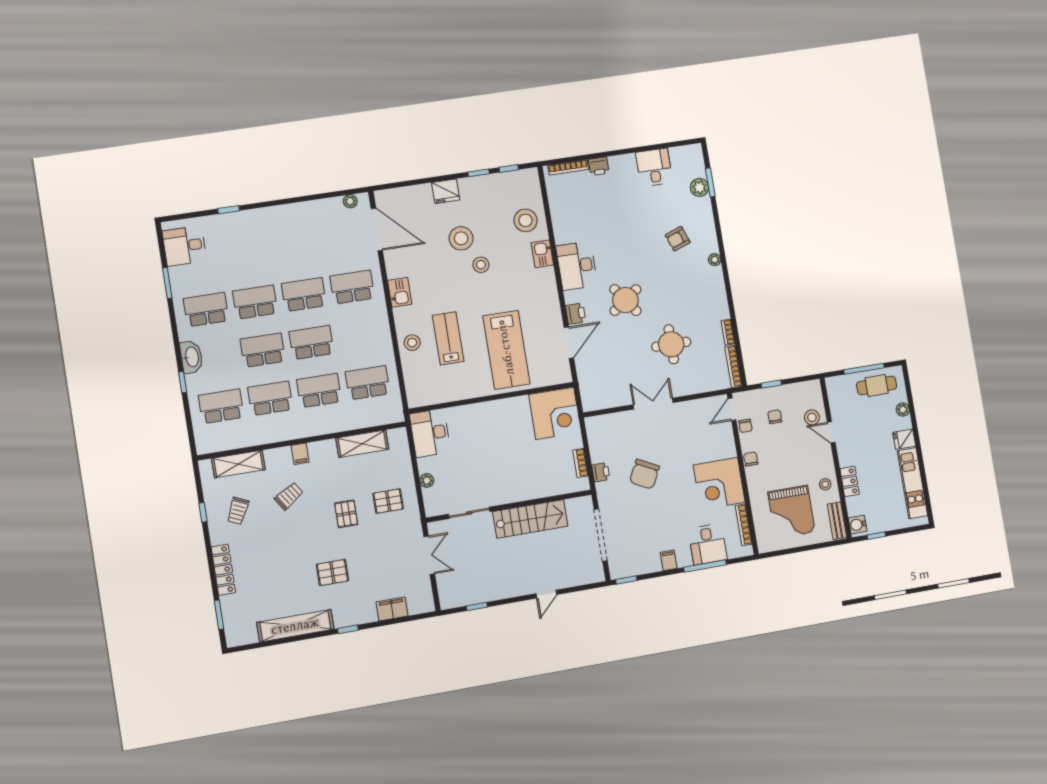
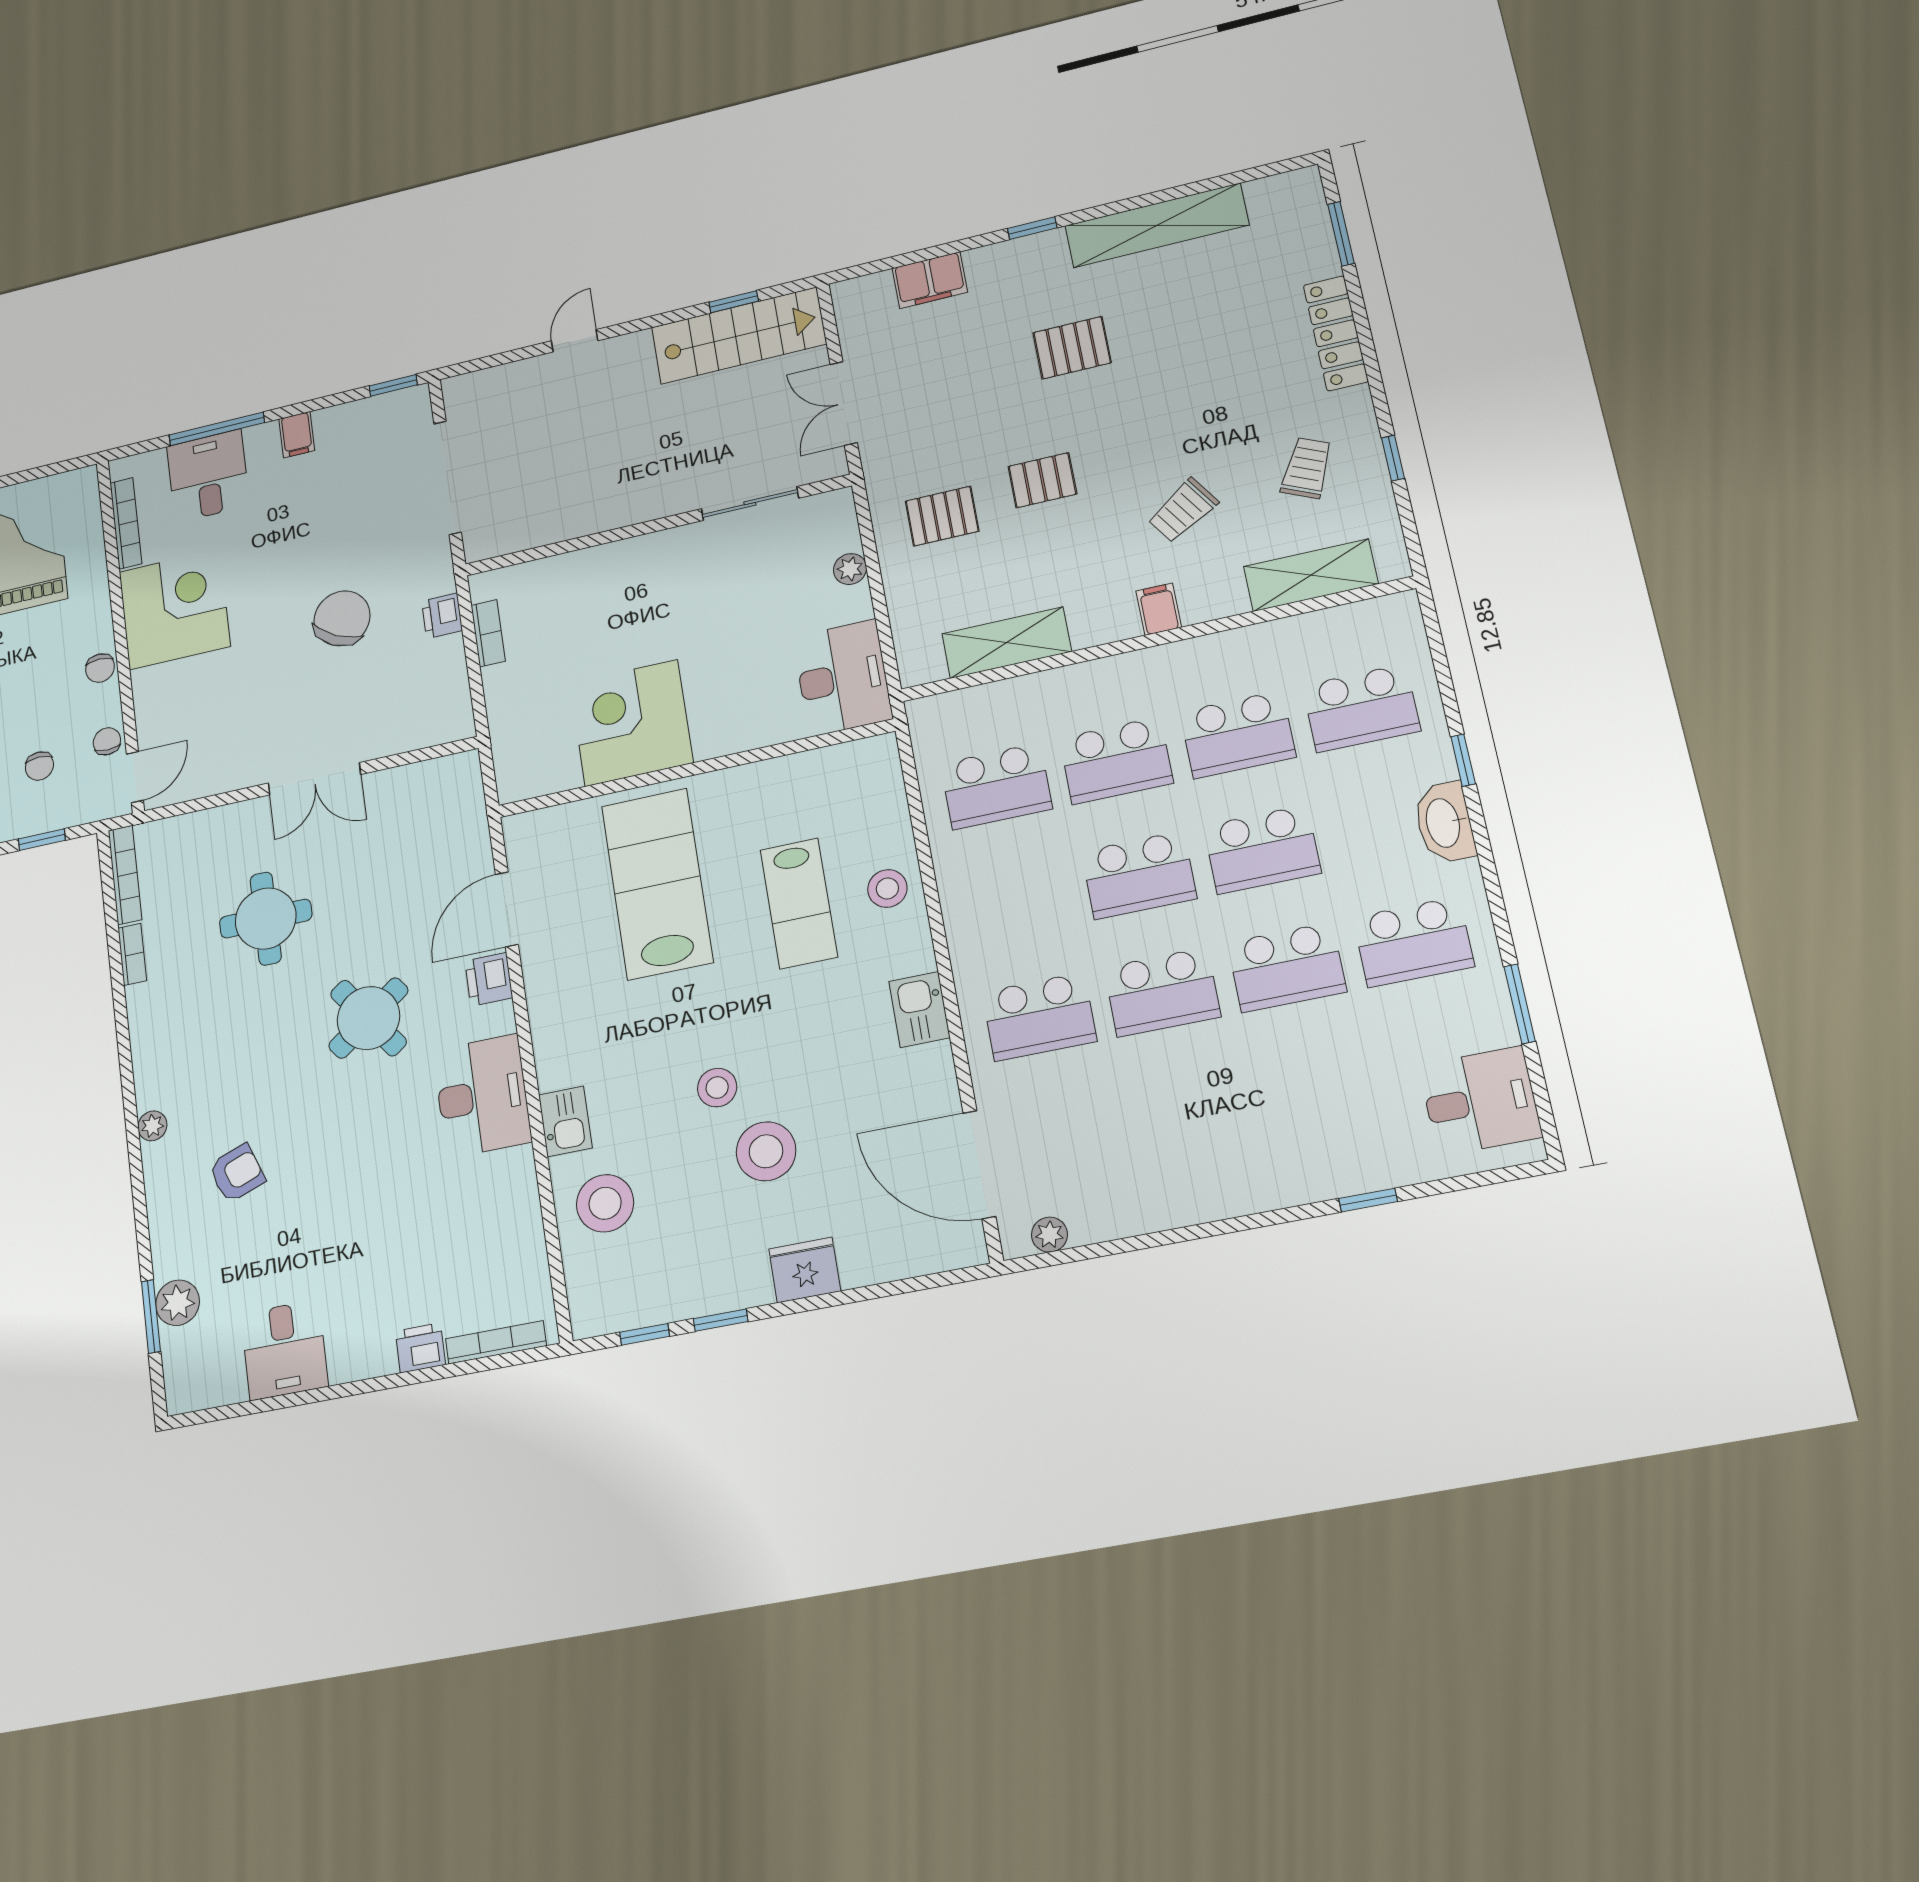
corner desk: (555, 413) -> (631, 723), moved
pallet: (346, 514) -> (1042, 480), turned 90
stairs: (530, 519) -> (739, 336), moved, turned 180

